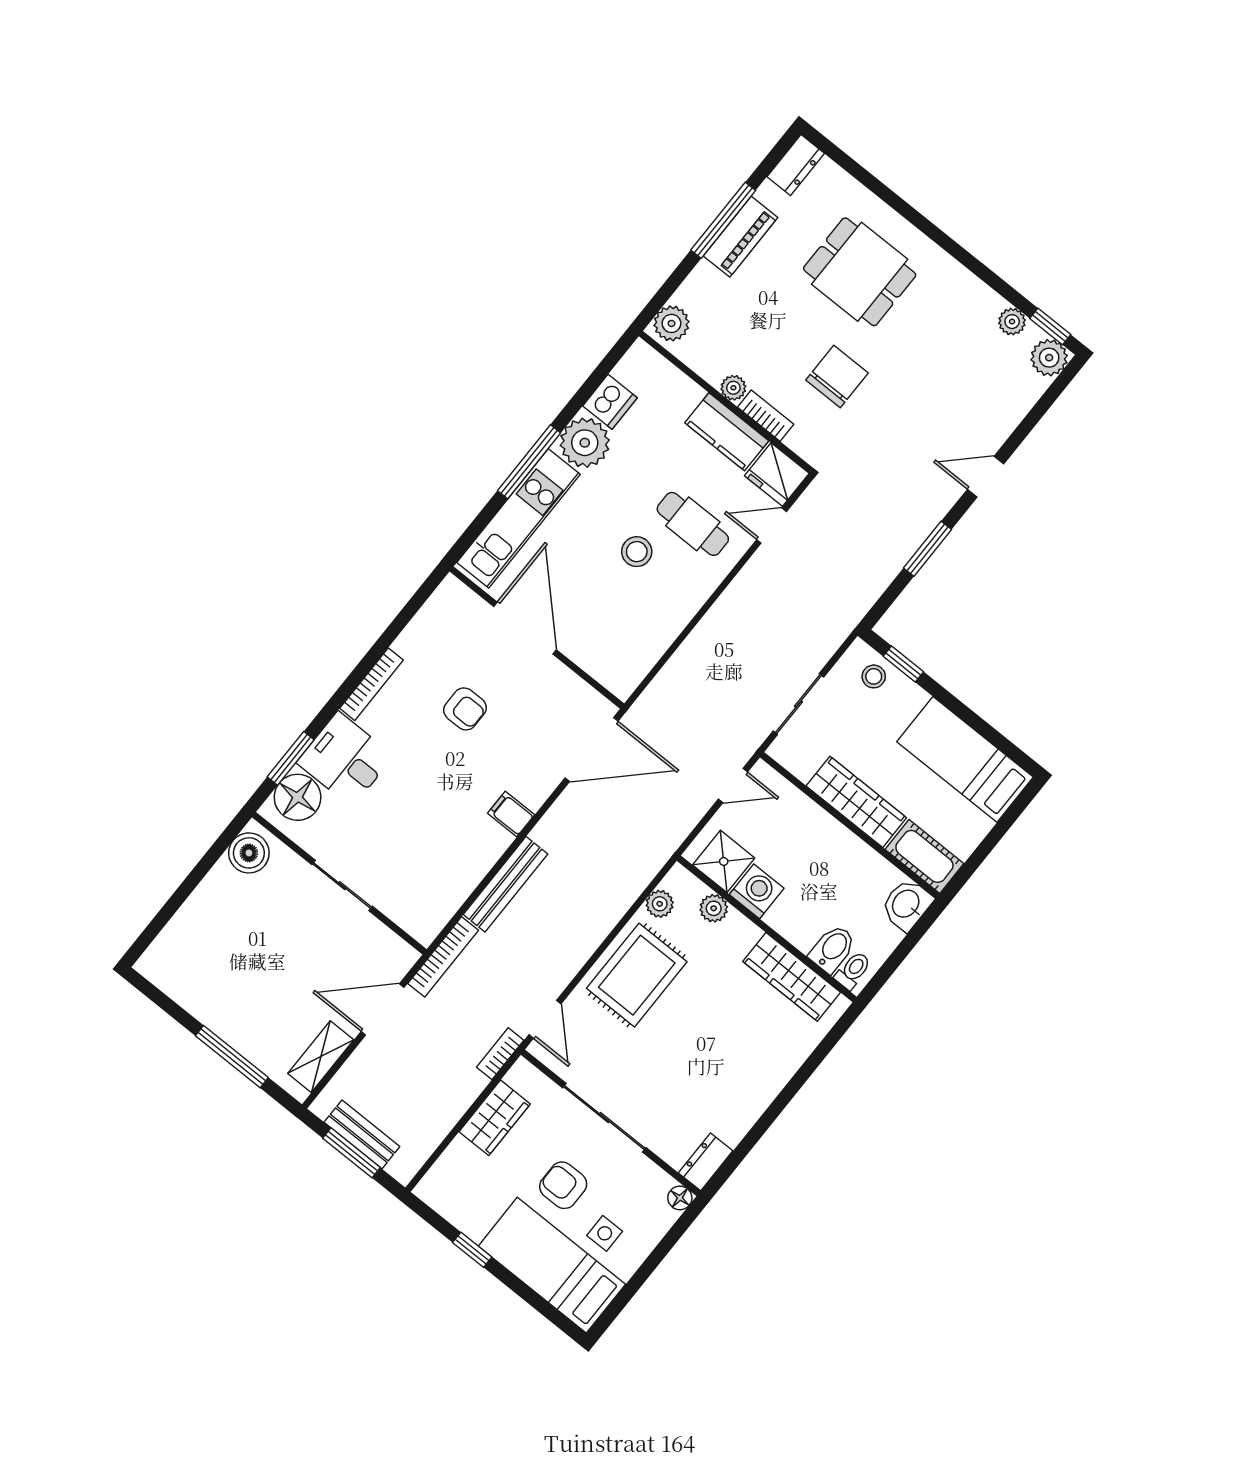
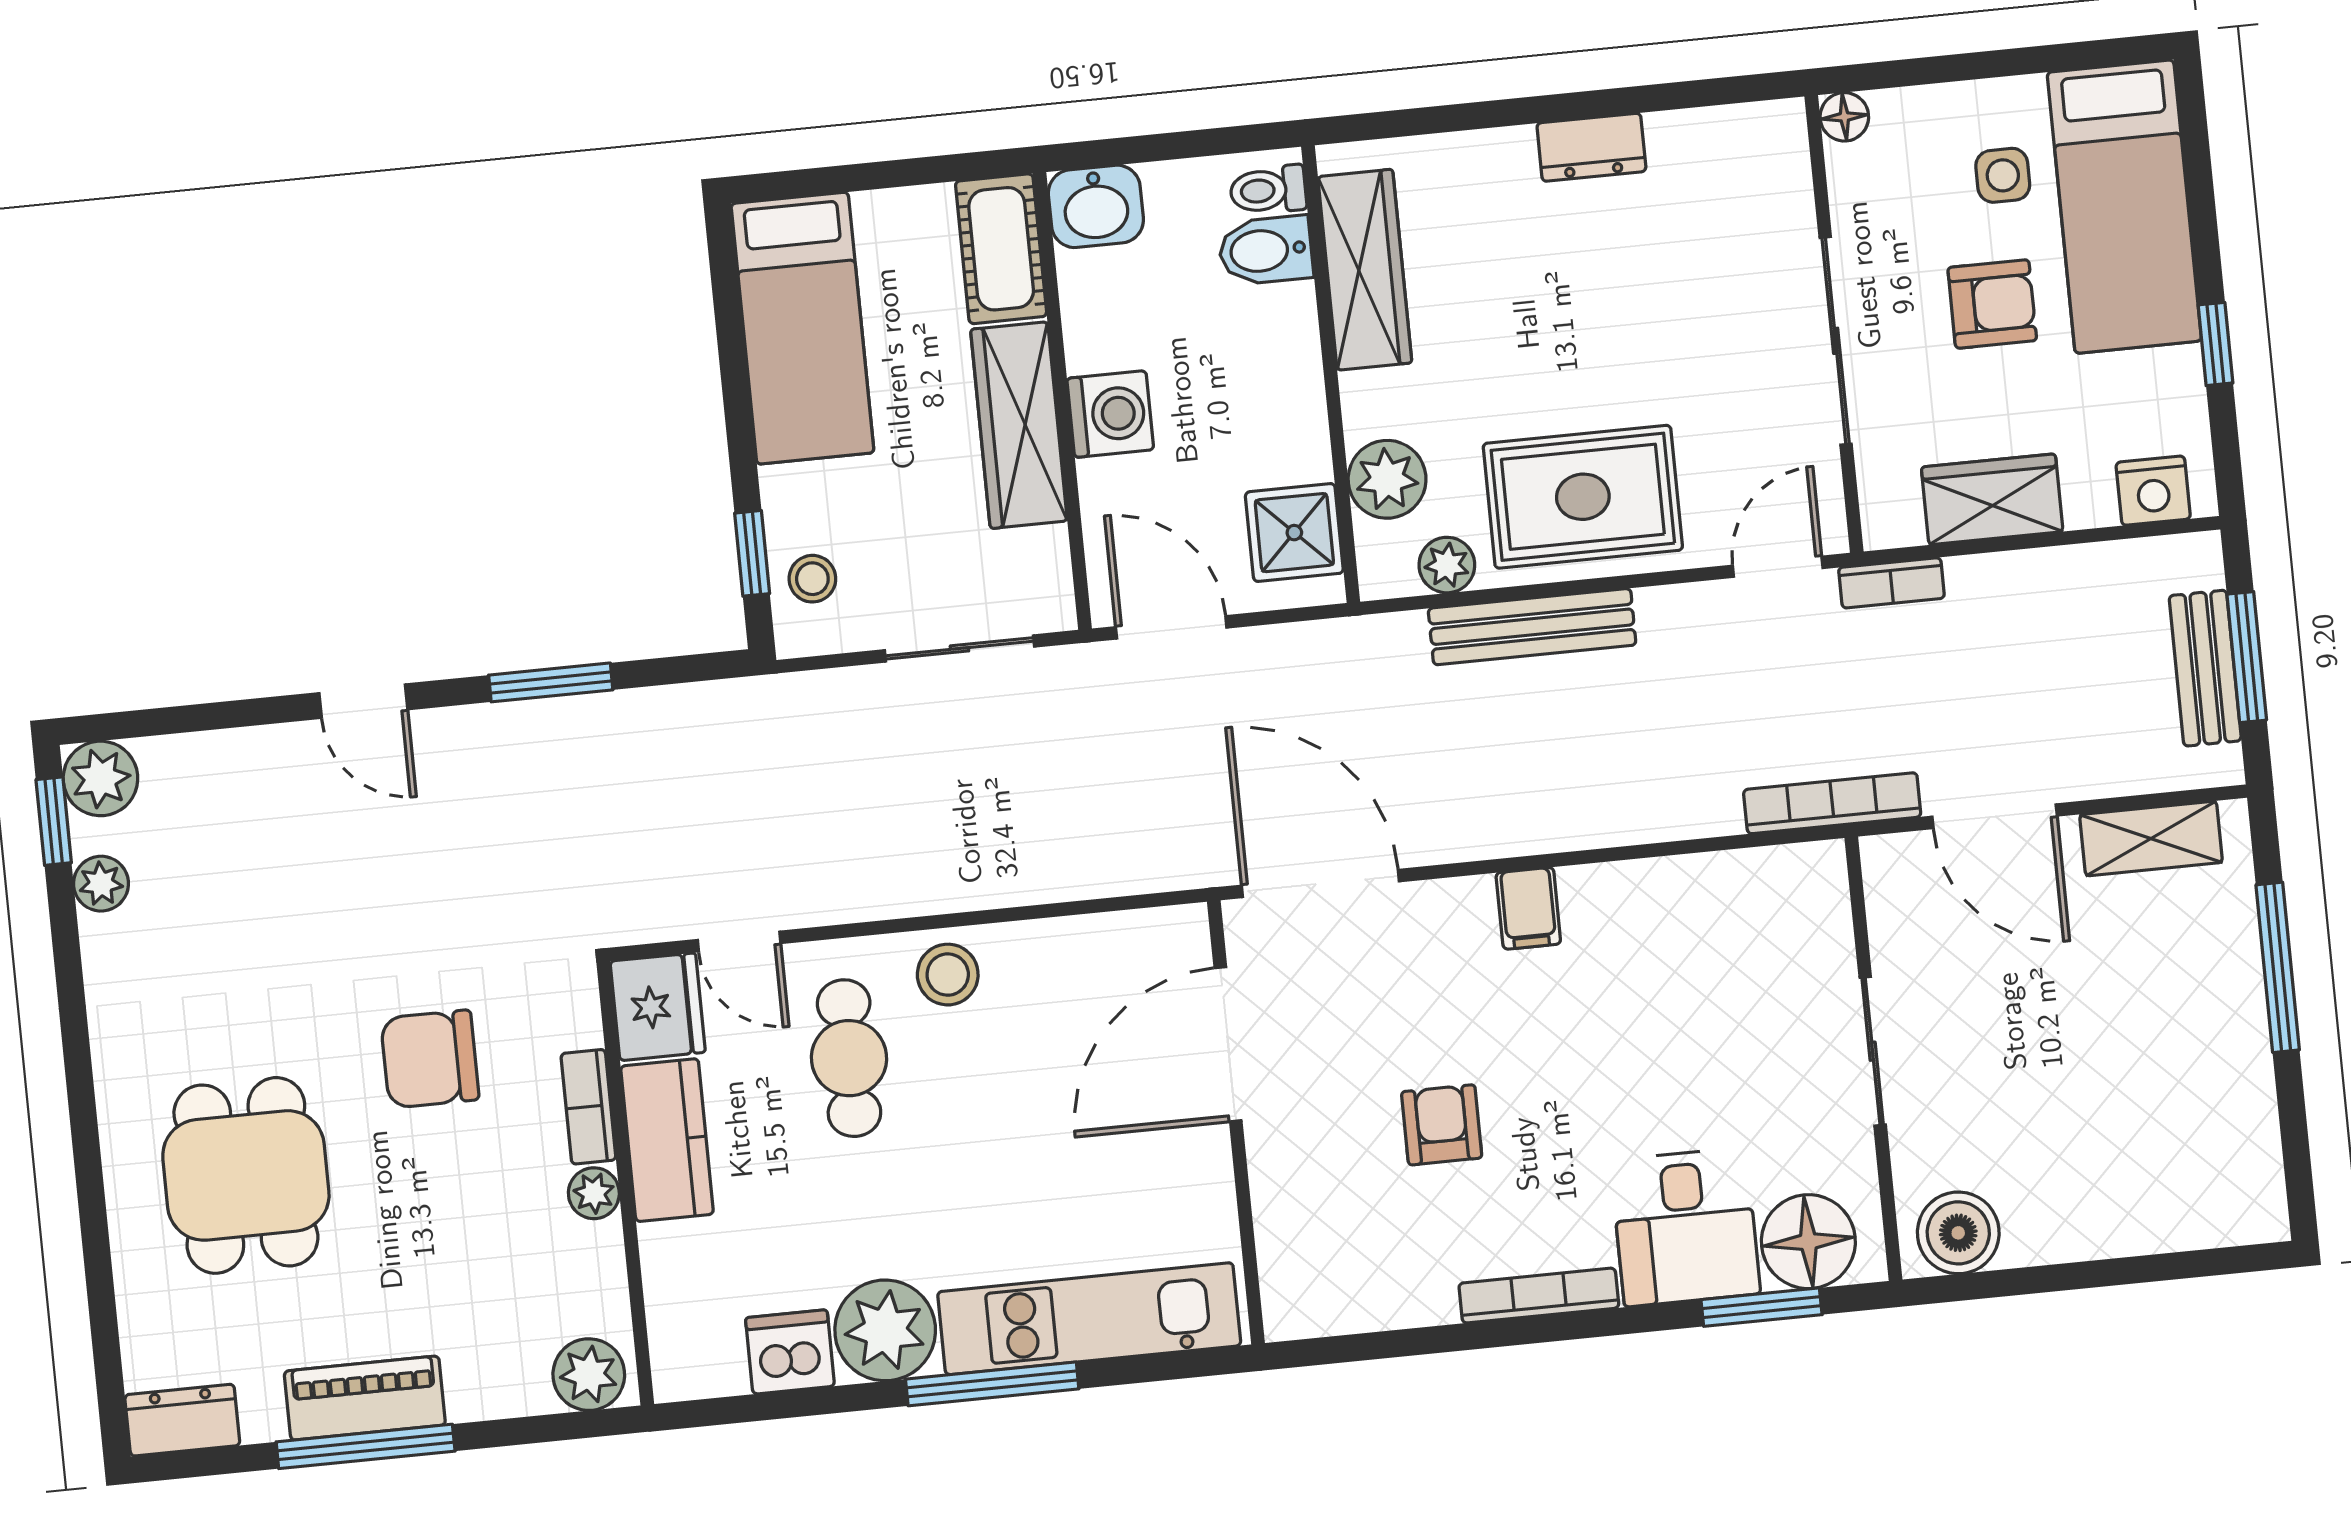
stool: (637, 552) -> (948, 975), moved
door: (525, 628) -> (1228, 1044), moved
door: (733, 786) -> (1171, 627), width x1.38
bench: (505, 884) -> (1532, 627), moved
washing machine: (757, 891) -> (1110, 414), moved, turned 180
plant: (714, 908) -> (1387, 479), width x1.38, depth x1.38
dresser: (706, 1162) -> (1591, 147), moved
nightstand: (442, 1177) -> (2153, 491), added
armchair: (563, 1185) -> (1992, 304), turned -90

